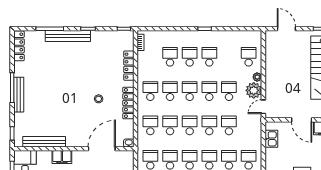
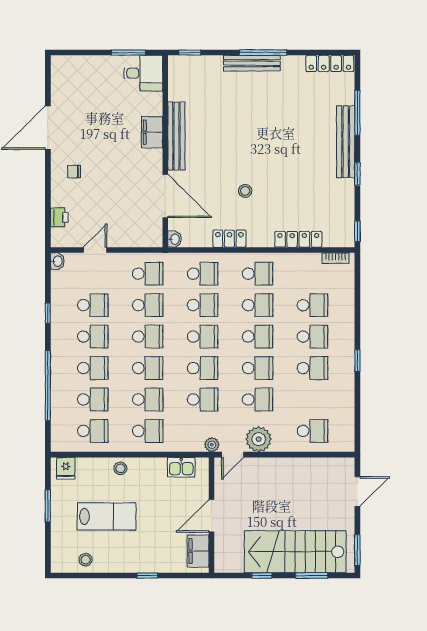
plant: (257, 77) -> (212, 445), moved
locker: (128, 103) -> (229, 239), width x0.66
door: (263, 107) -> (233, 455), swing flipped
bench: (44, 142) -> (176, 136), moved

